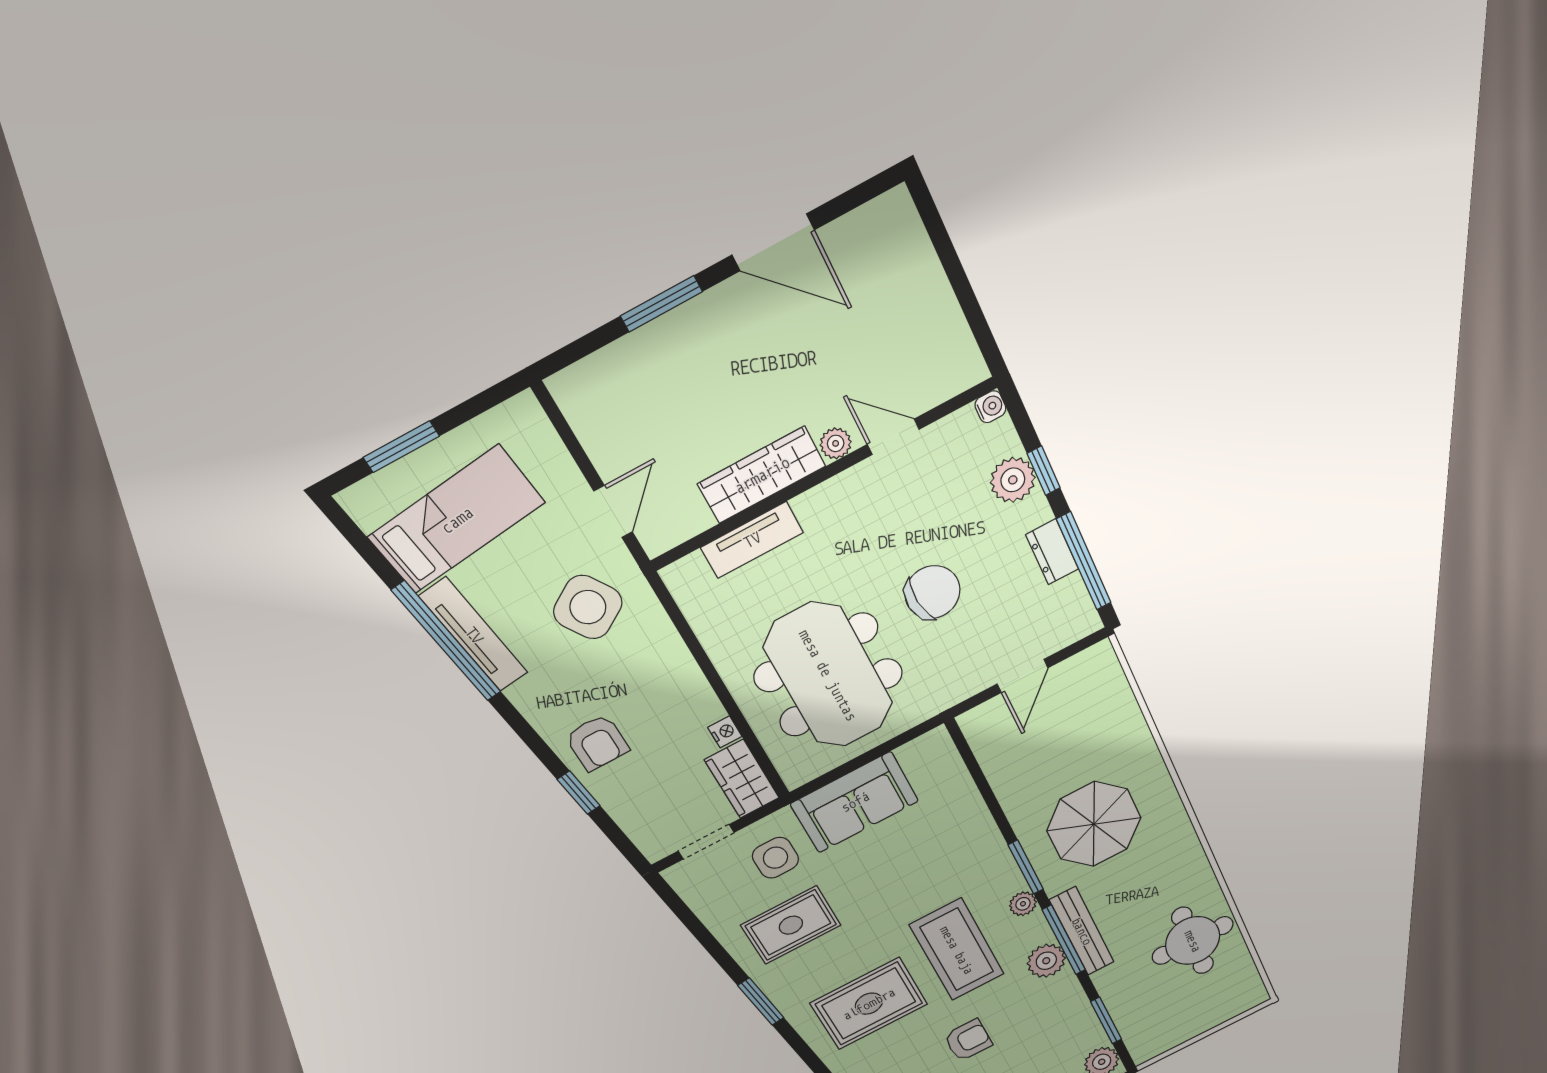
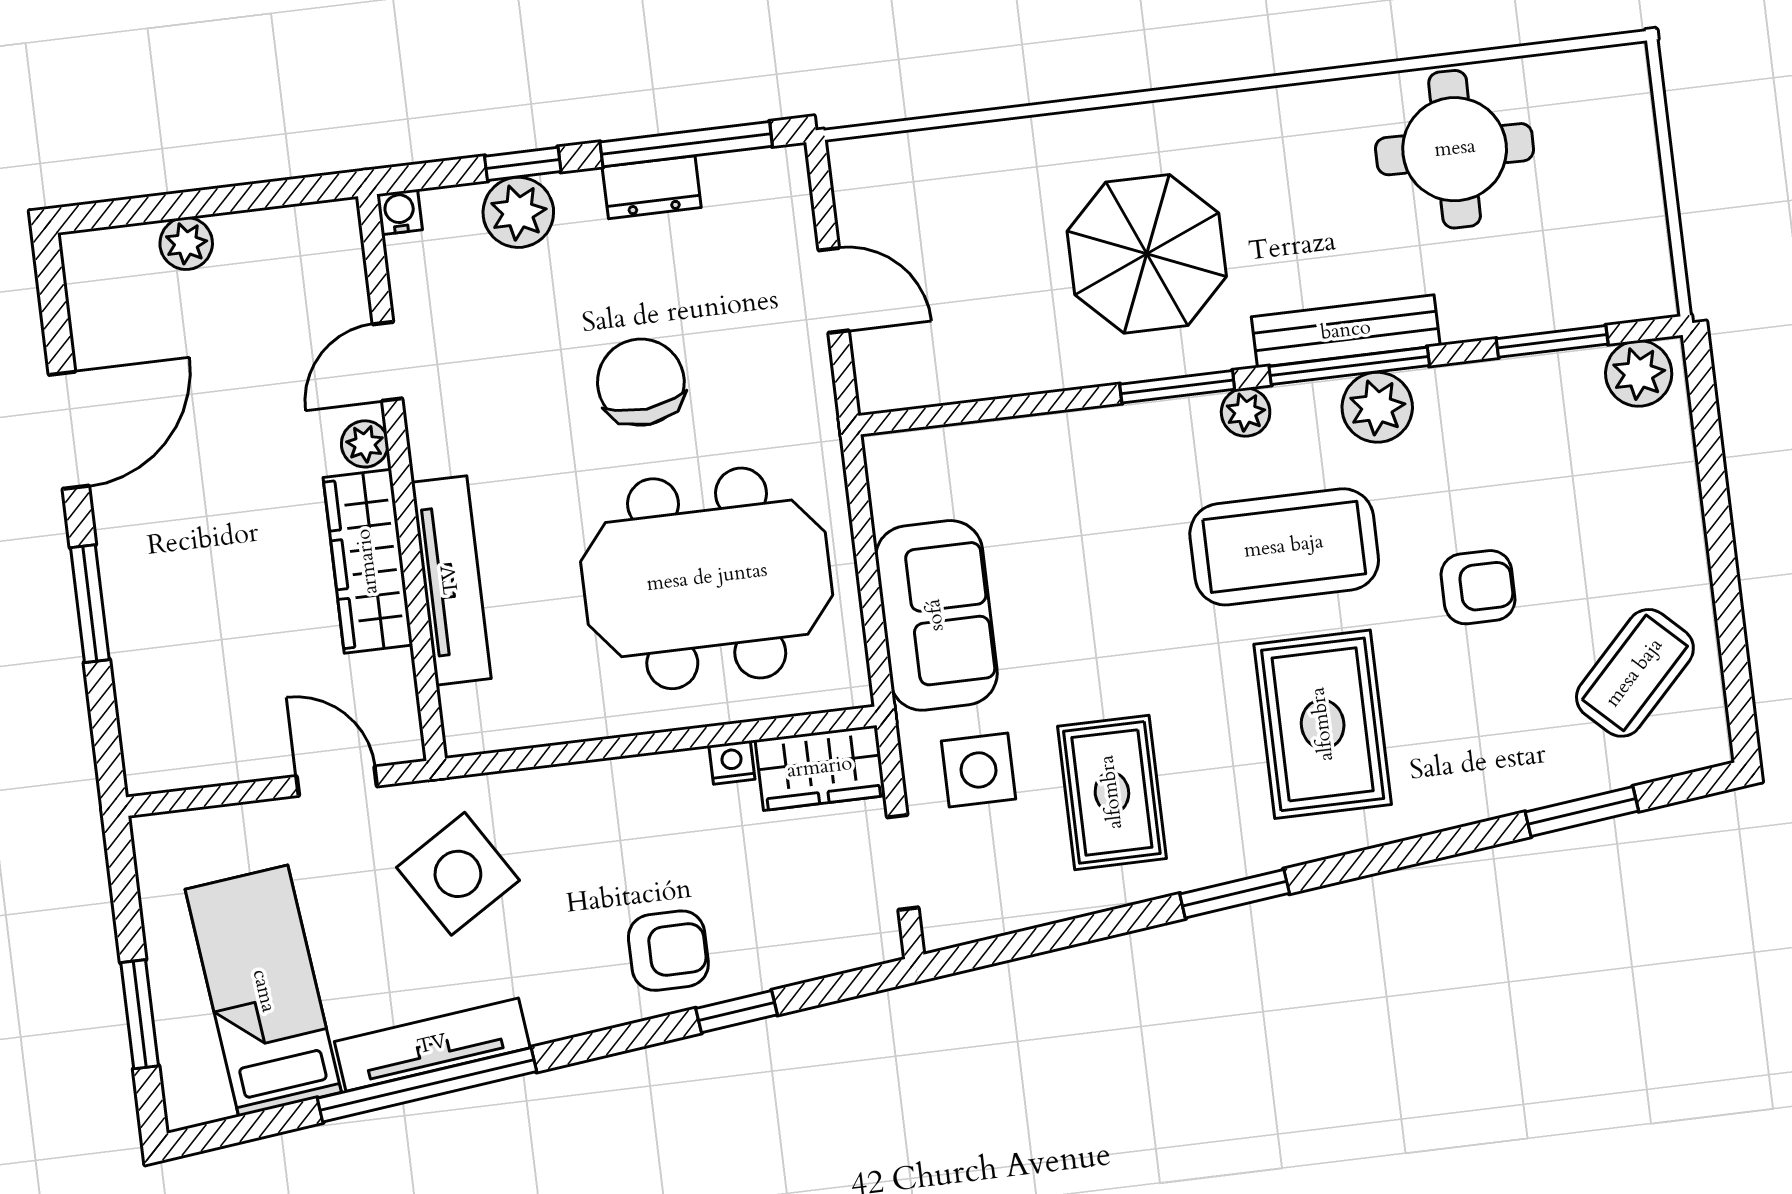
plant: (926, 275) -> (186, 243), added
tv unit: (752, 540) -> (451, 580), width x1.41
armchair: (968, 1040) -> (1478, 587), turned 90

